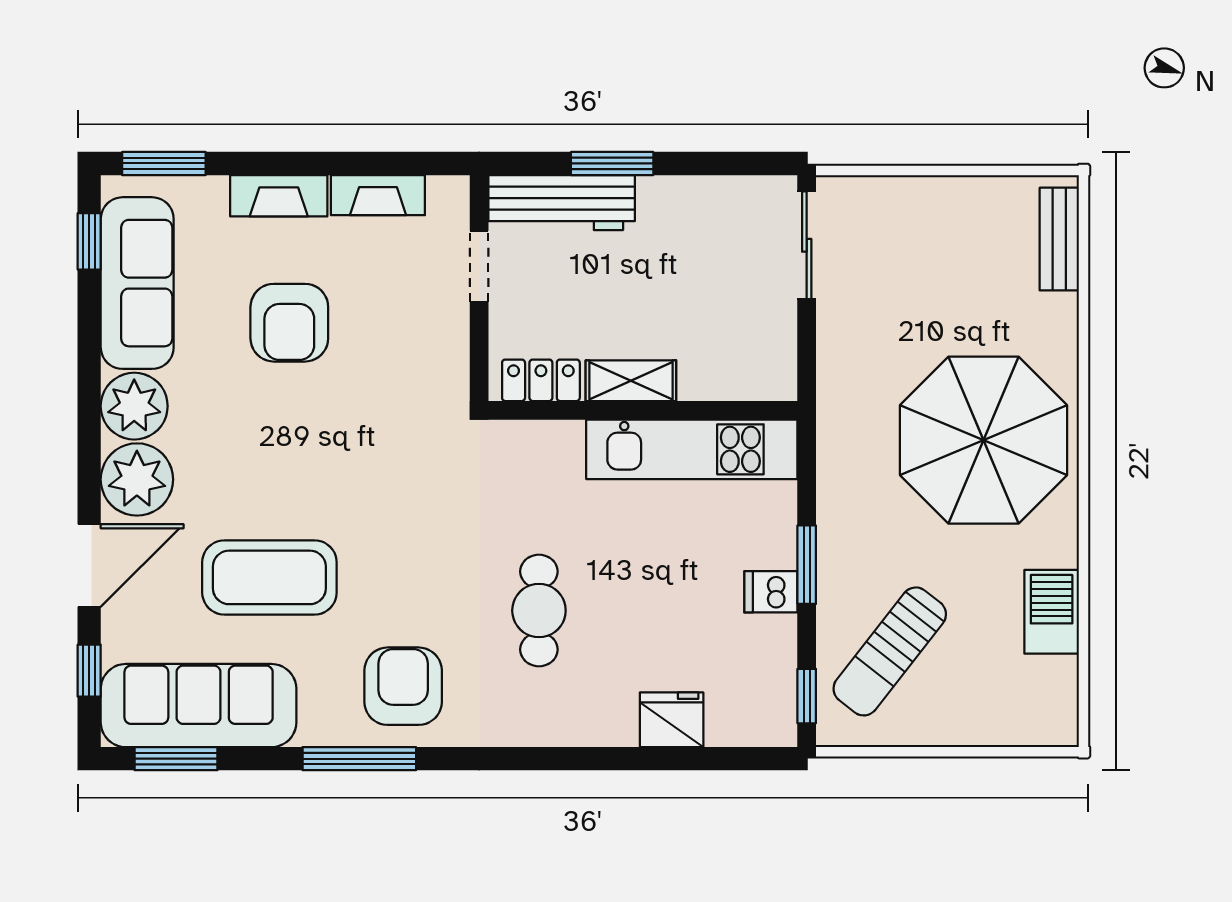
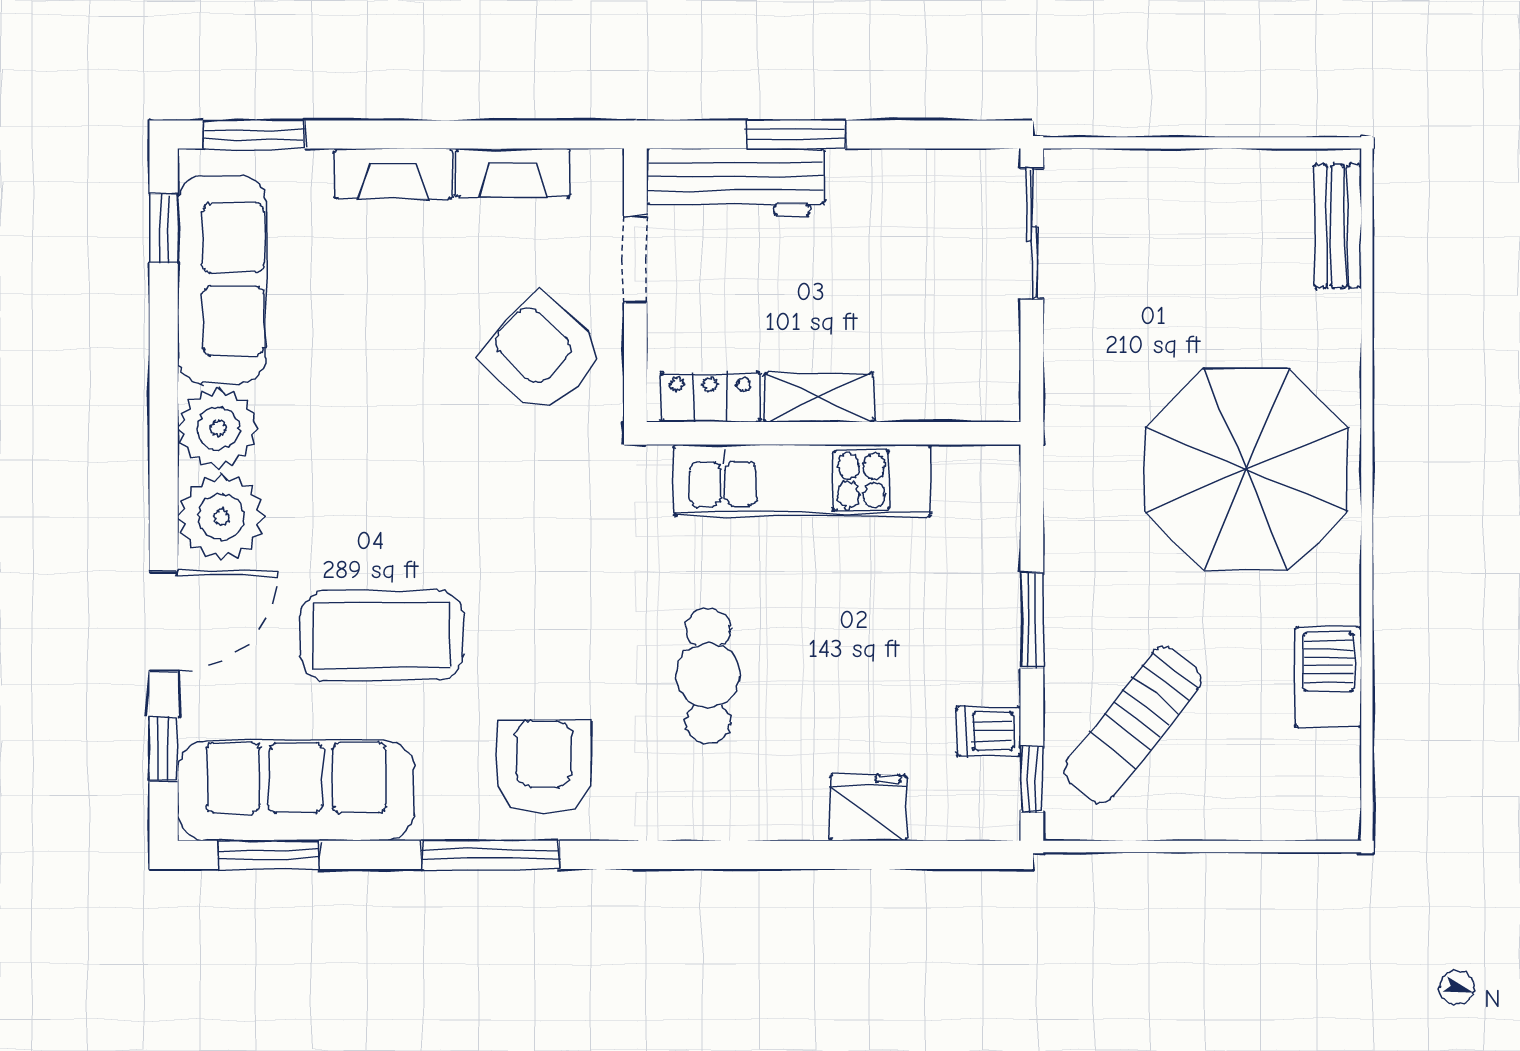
armchair: (289, 323) -> (542, 355), moved, turned 133
kitchen unit: (692, 449) -> (803, 480), moved
dishwasher: (771, 592) -> (989, 731), moved

